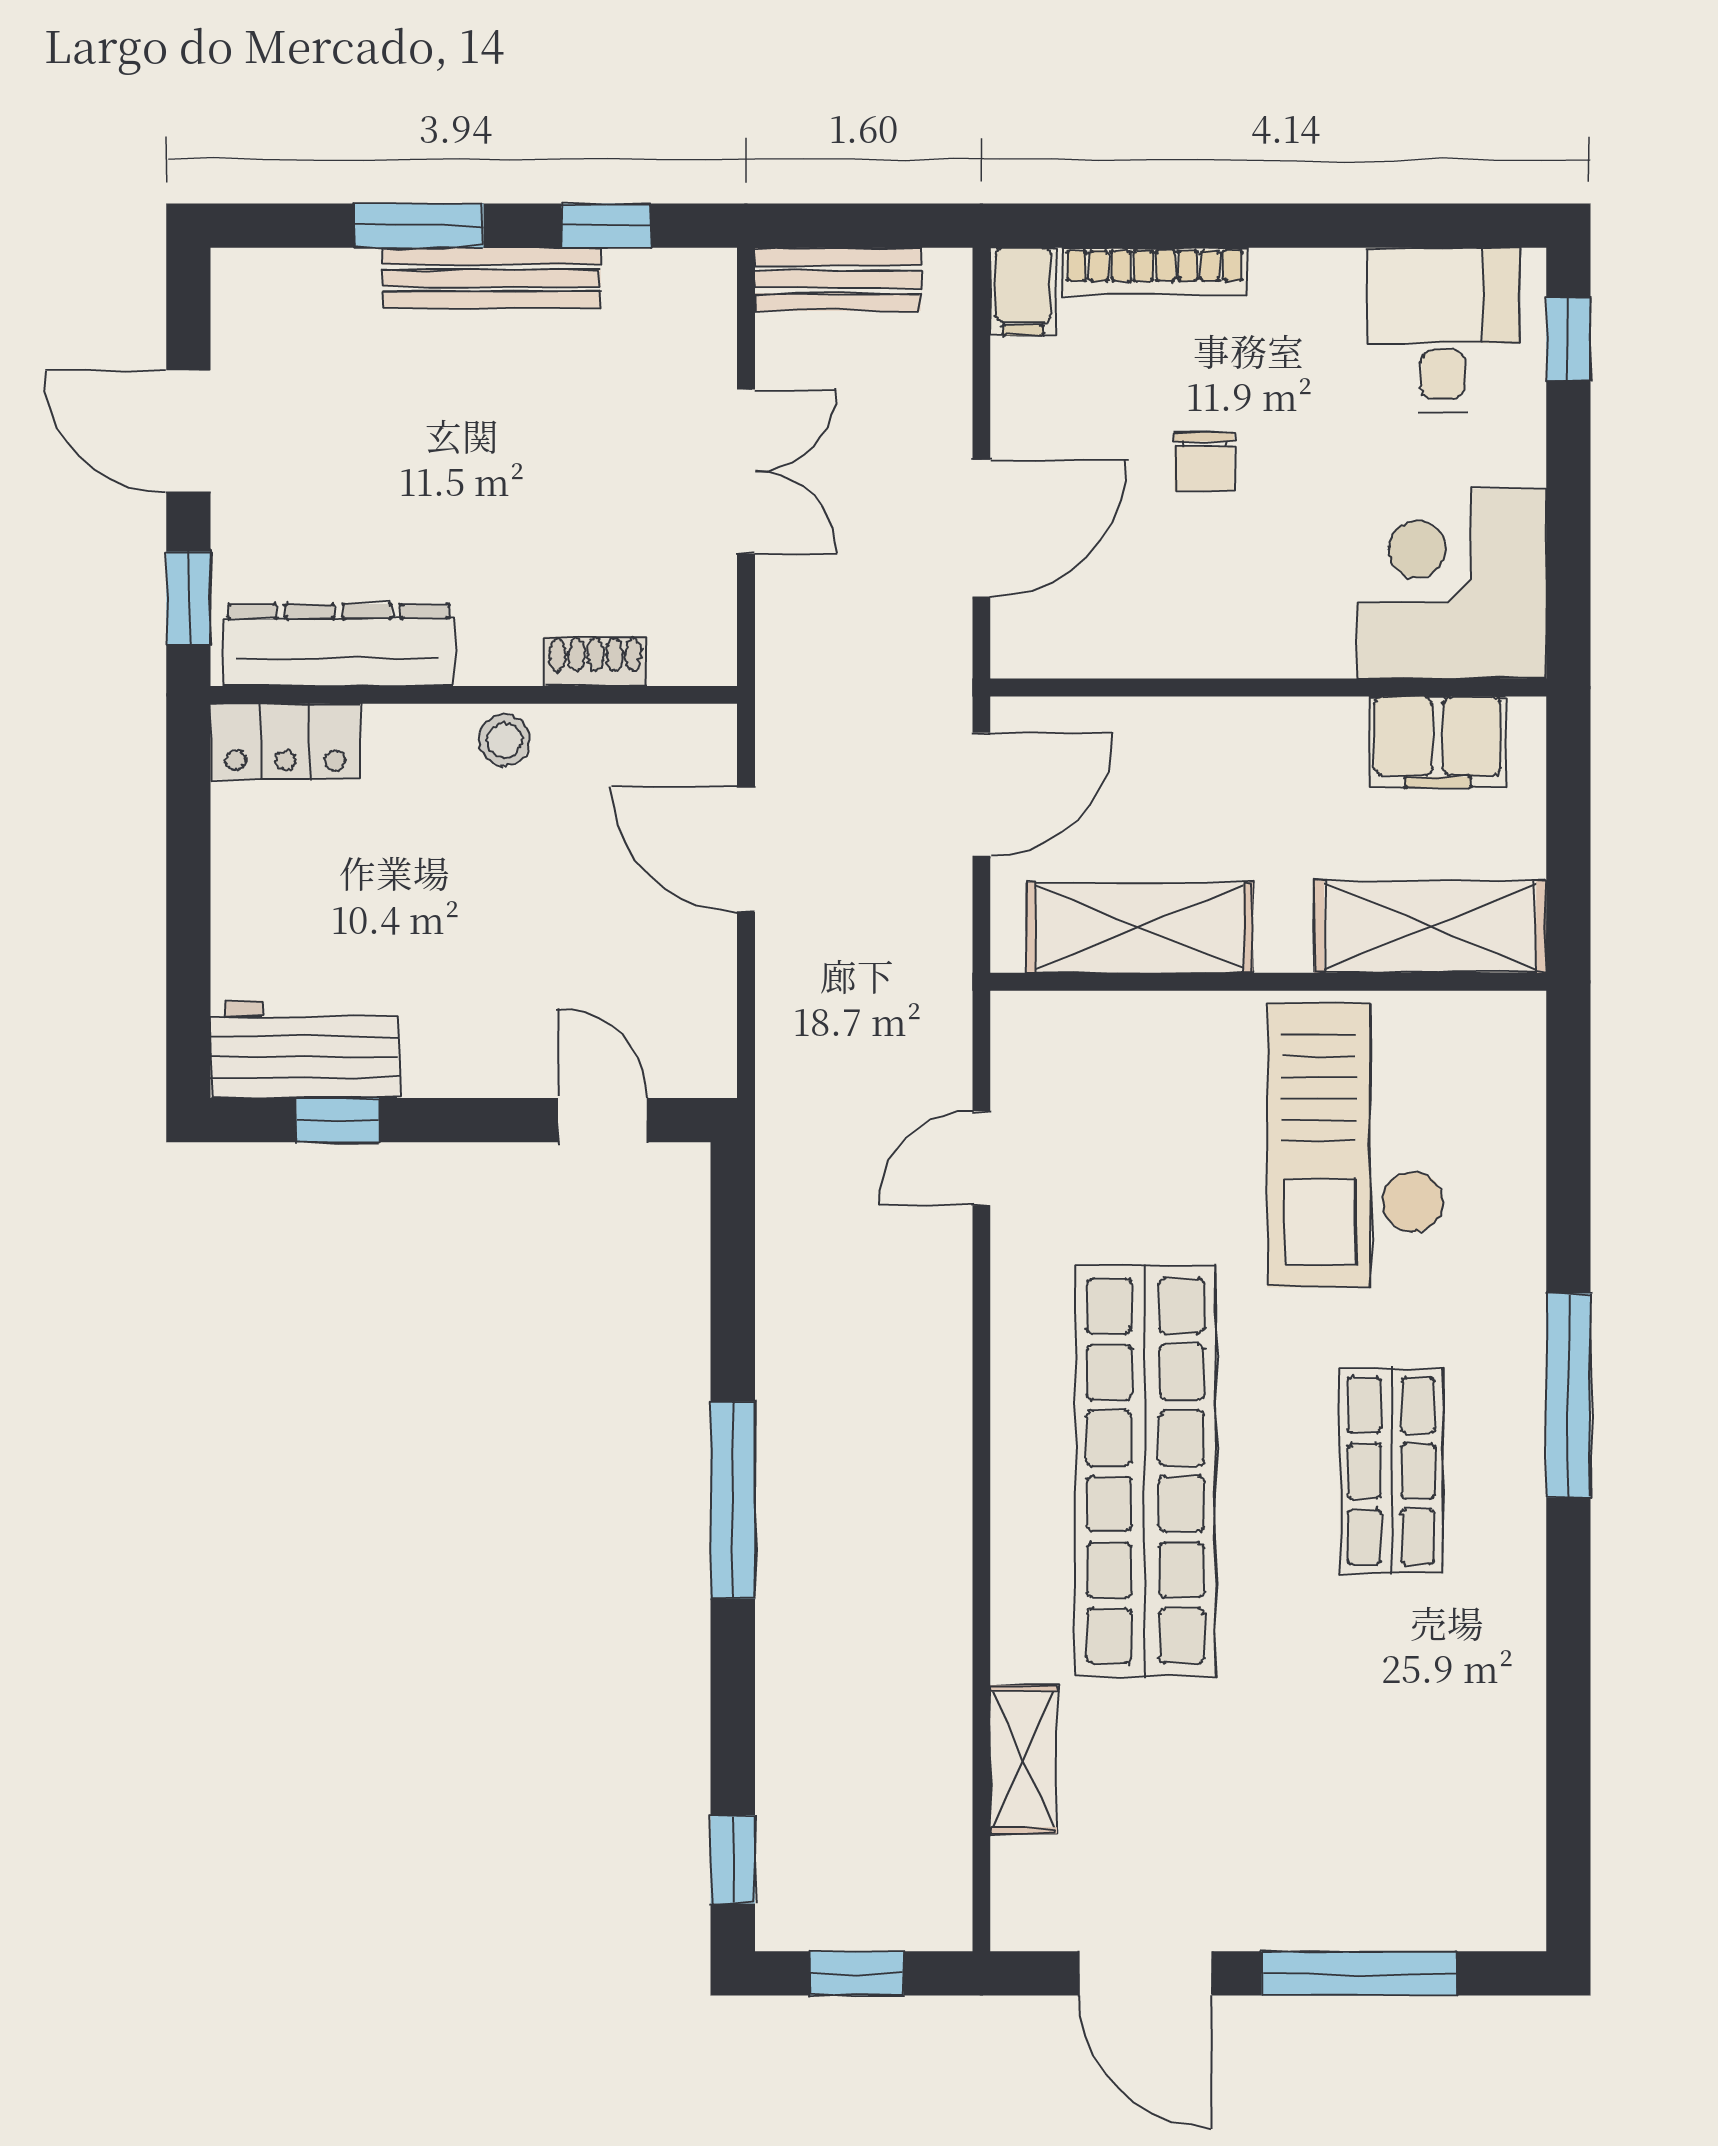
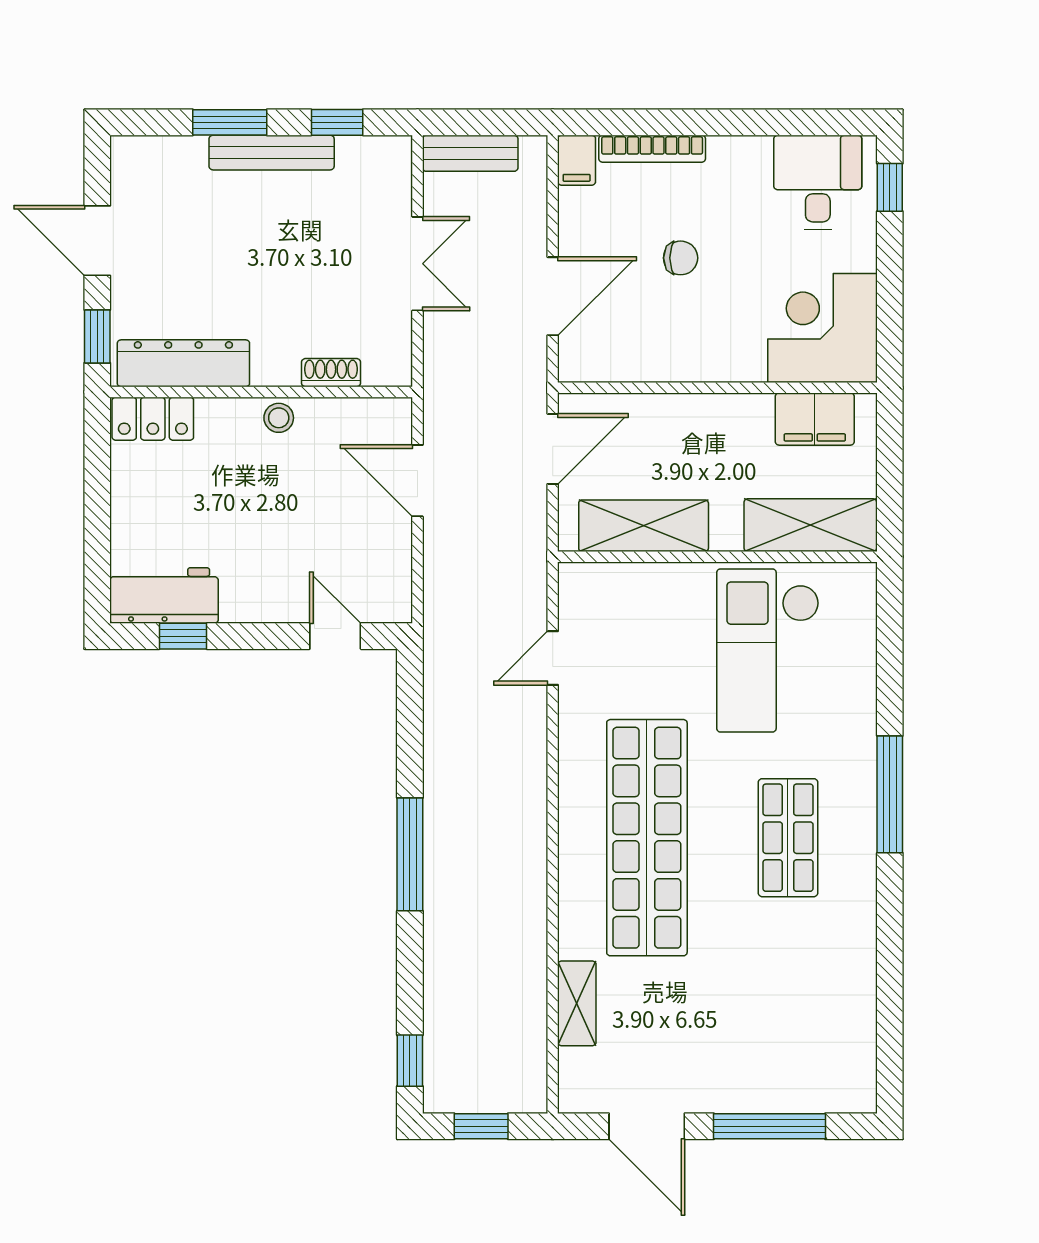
chair: (1204, 462) -> (681, 258), turned -90

